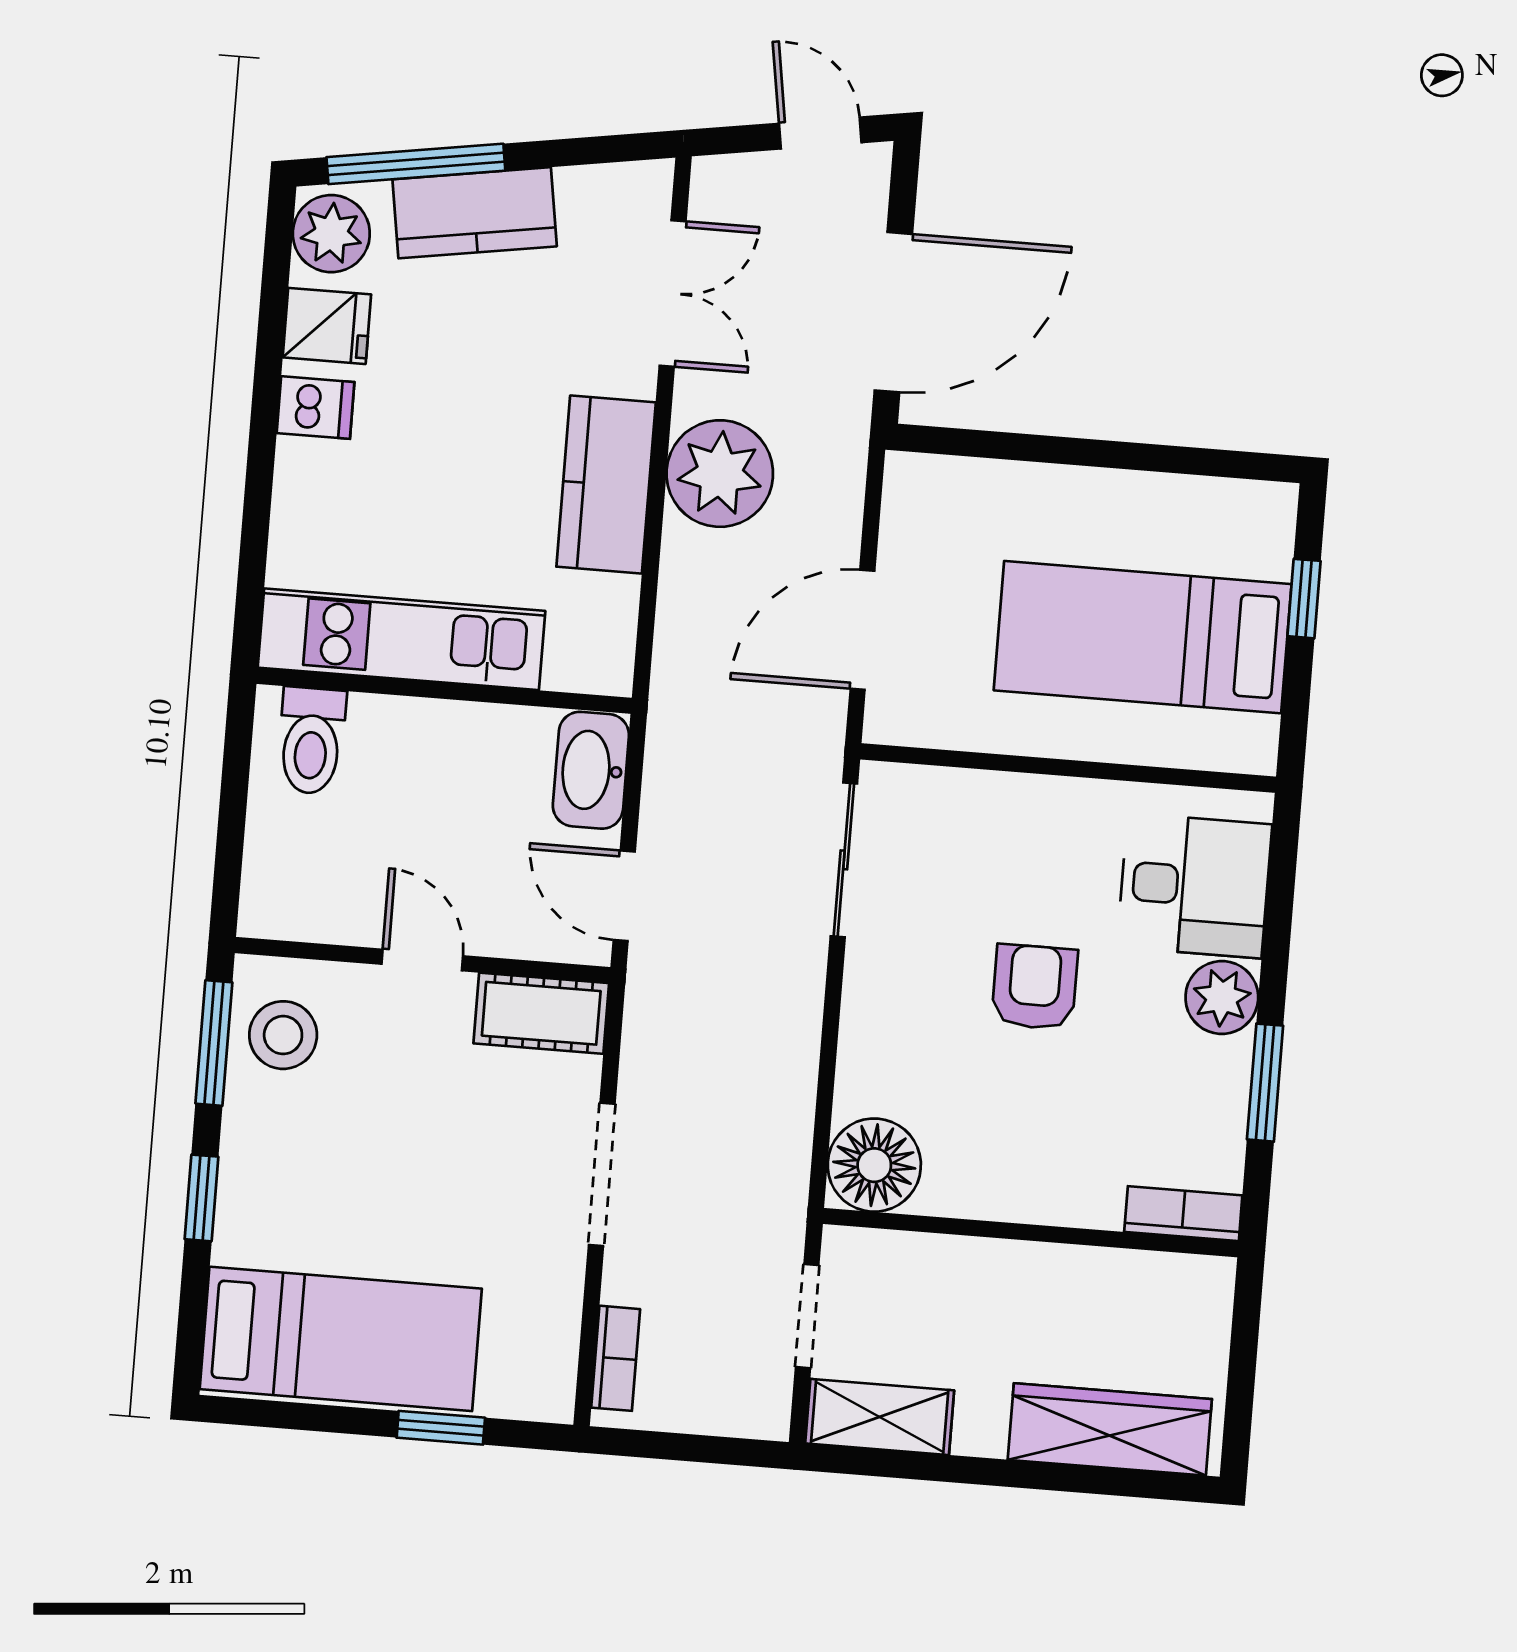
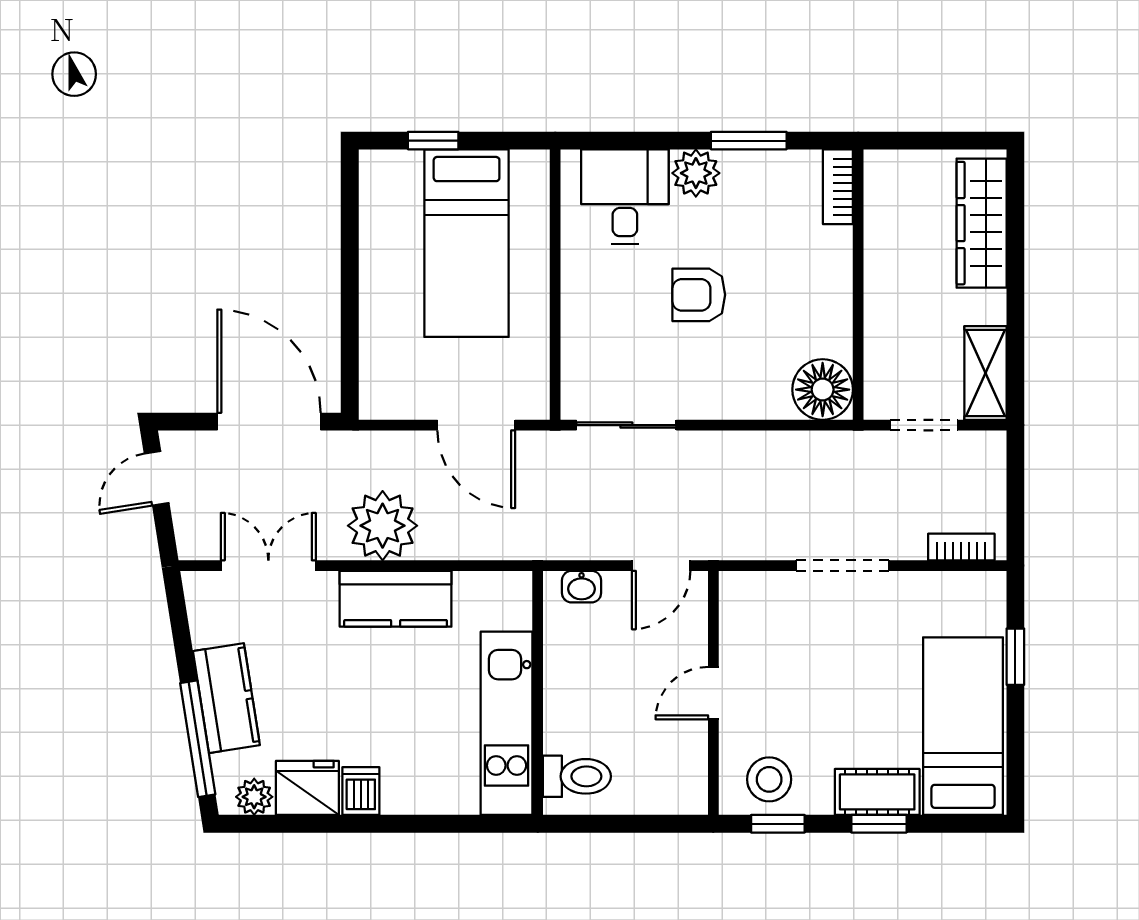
plant: (331, 234) -> (254, 797), width x0.73, depth x0.73
fridge: (327, 326) -> (307, 788), width x1.38
washbasin: (591, 770) -> (582, 587), width x0.52, depth x0.69
cot: (541, 1013) -> (877, 792), moved, turned 90
window: (214, 1043) -> (778, 824), width x0.67

